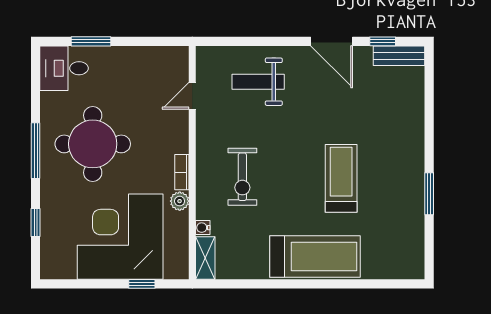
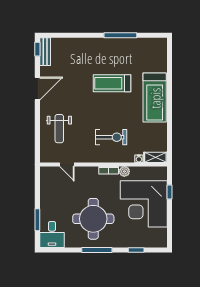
window: (383, 41) -> (37, 49), moved
window: (429, 194) -> (120, 35), width x1.44
treadmill: (315, 256) -> (155, 98), turned 180

